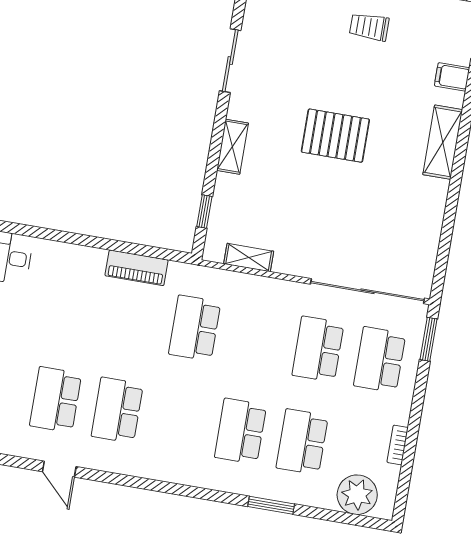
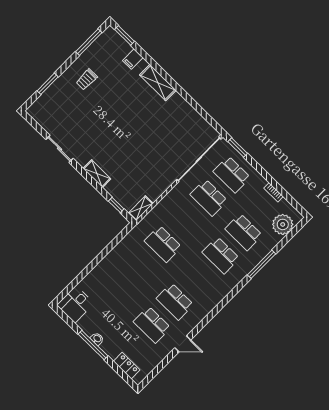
pallet: (335, 136) -> (123, 126), removed
shelving: (249, 258) -> (141, 208), moved
piano: (137, 268) -> (120, 251), removed
window: (271, 505) -> (261, 264), width x1.44

